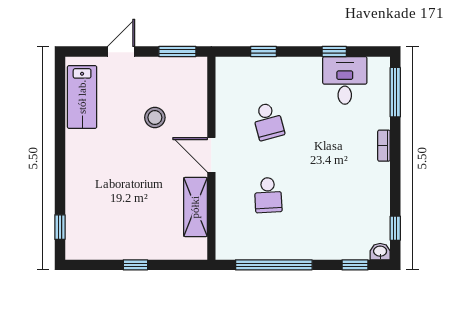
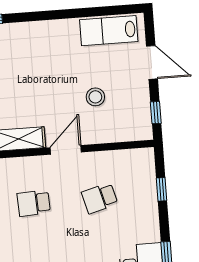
door: (121, 51) -> (152, 62), width x1.38
window: (177, 51) -> (156, 113), width x0.67

